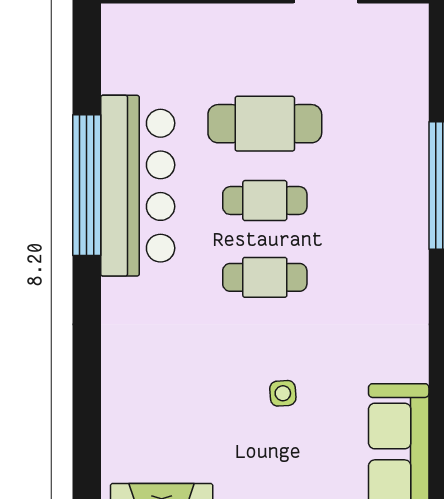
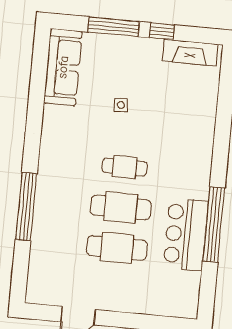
bar counter: (138, 186) -> (186, 234), width x0.73
cafe table: (265, 201) -> (121, 207), width x1.37, depth x1.35

